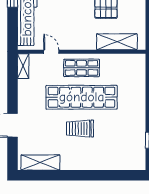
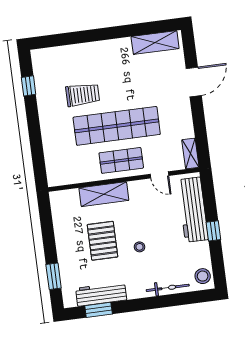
shelving: (117, 42) -> (104, 194), moved
trolley: (80, 129) -> (83, 95), moved

